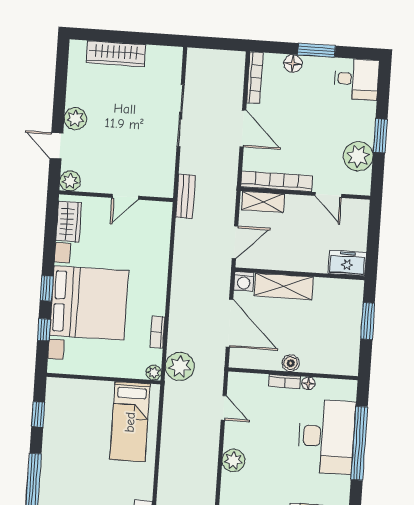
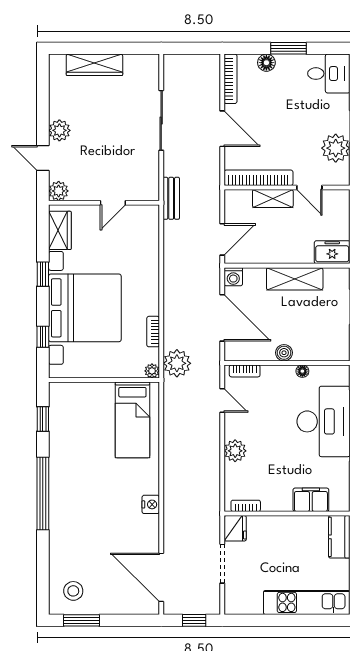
shelving: (263, 202) -> (273, 198), moved
shelving: (284, 286) -> (295, 279), moved
window: (47, 288) -> (43, 274), moved
bookcase: (285, 381) -> (245, 371), moved

